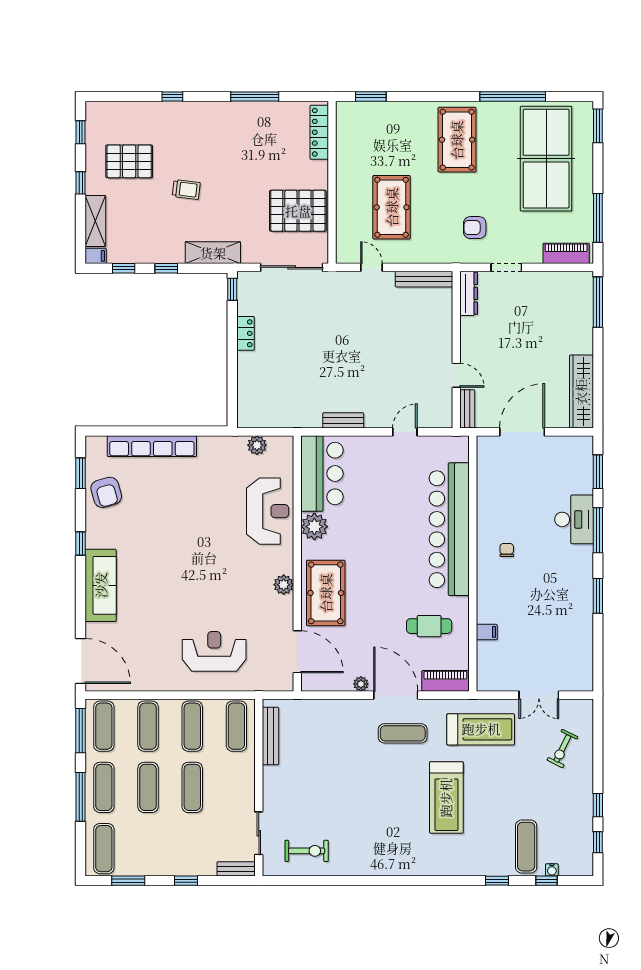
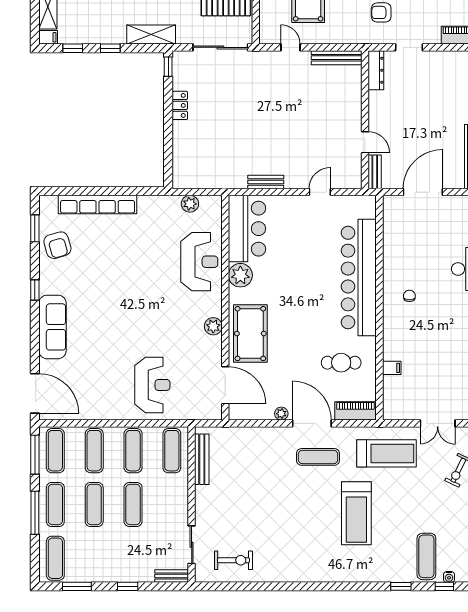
reception desk: (214, 651) -> (152, 385), turned 90

